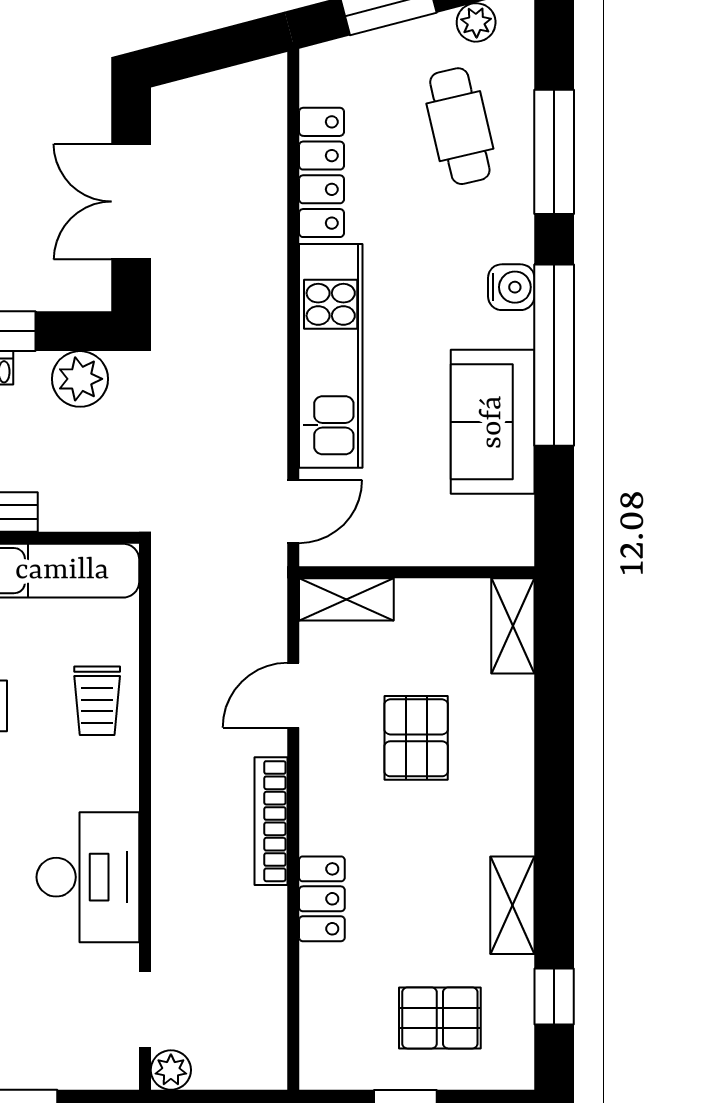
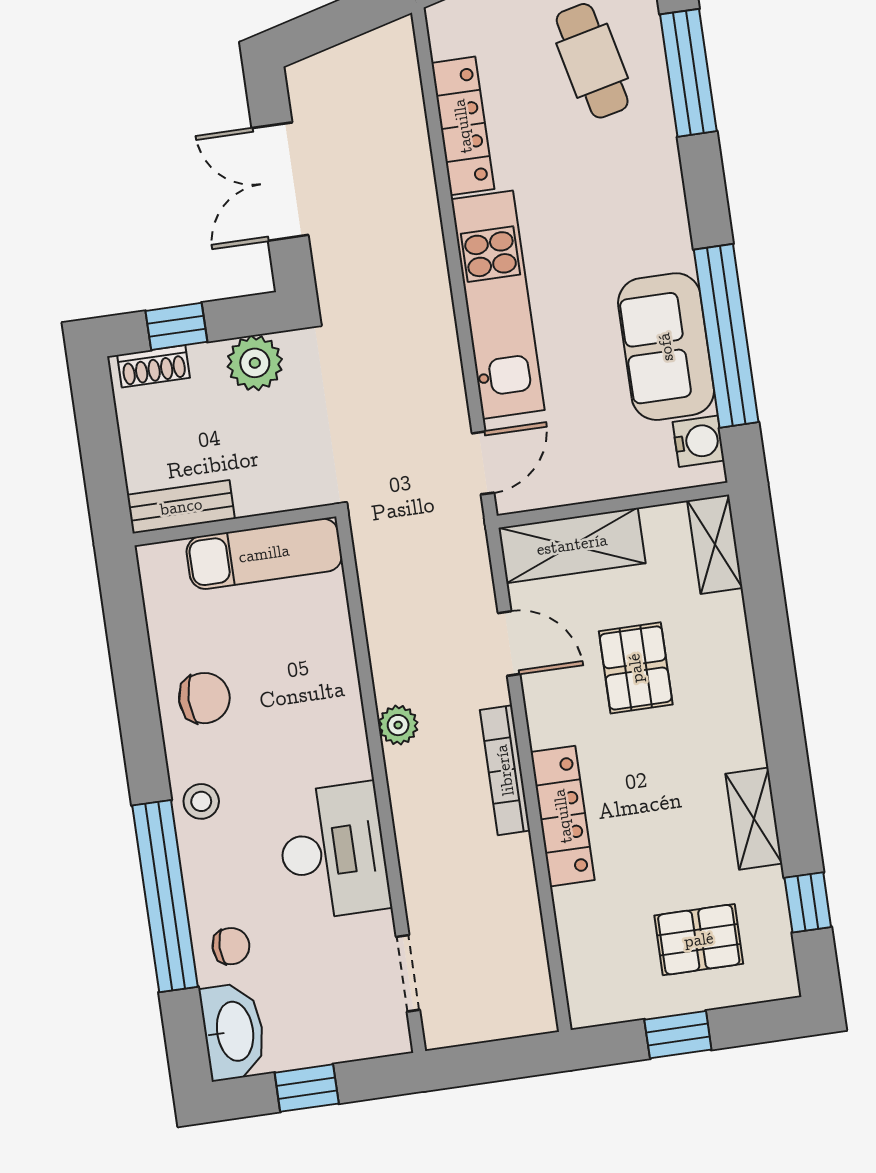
water cooler: (511, 287) -> (698, 441), moved
window: (554, 355) -> (726, 336), moved
shelving: (346, 599) -> (572, 545), width x1.50, depth x1.33
door: (293, 695) -> (509, 644), swing flipped
trolley: (97, 701) -> (317, 676), removed
locker: (322, 899) -> (563, 816), width x1.53
plant: (171, 1070) -> (398, 725), moved

